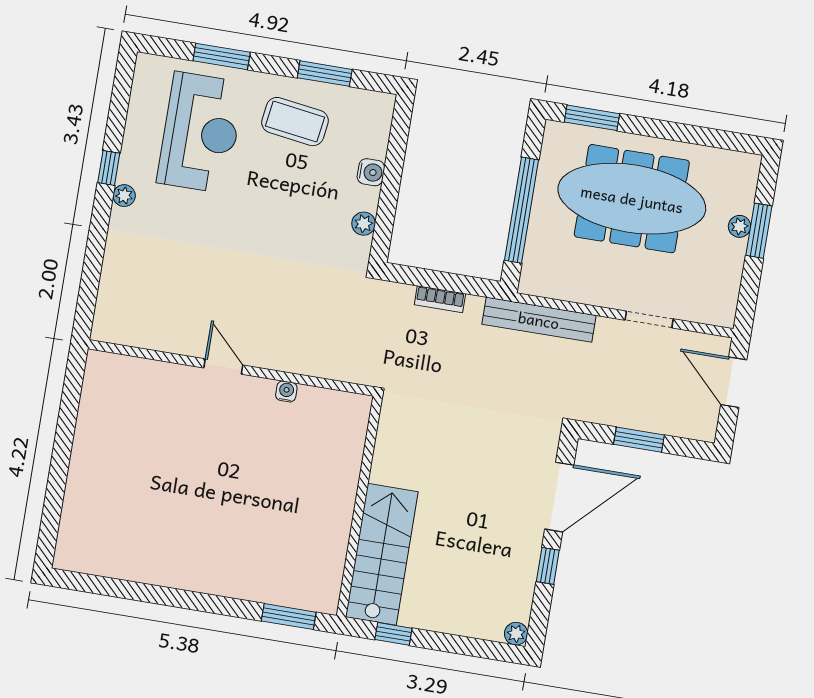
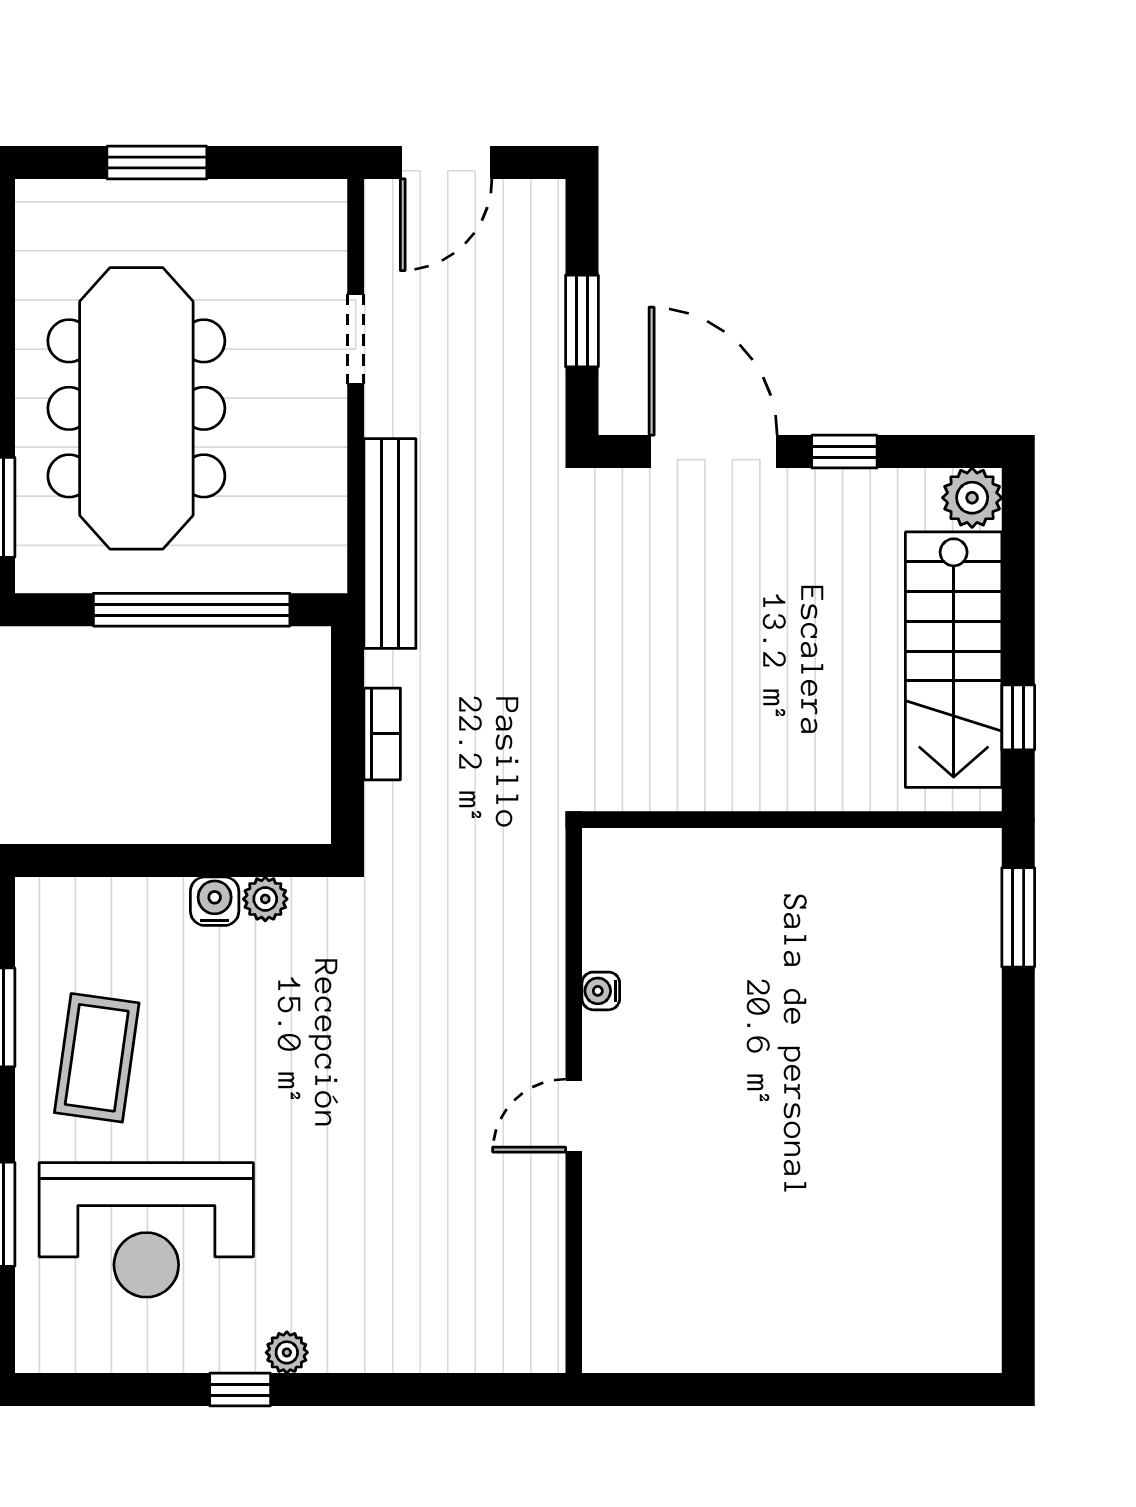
reception desk: (201, 133) -> (146, 1230), turned 180
water cooler: (371, 172) -> (215, 901), moved
plant: (740, 226) -> (155, 200), removed
stairs: (382, 554) -> (954, 660), moved, turned -90
plant: (516, 634) -> (972, 498), width x1.38, depth x1.38

